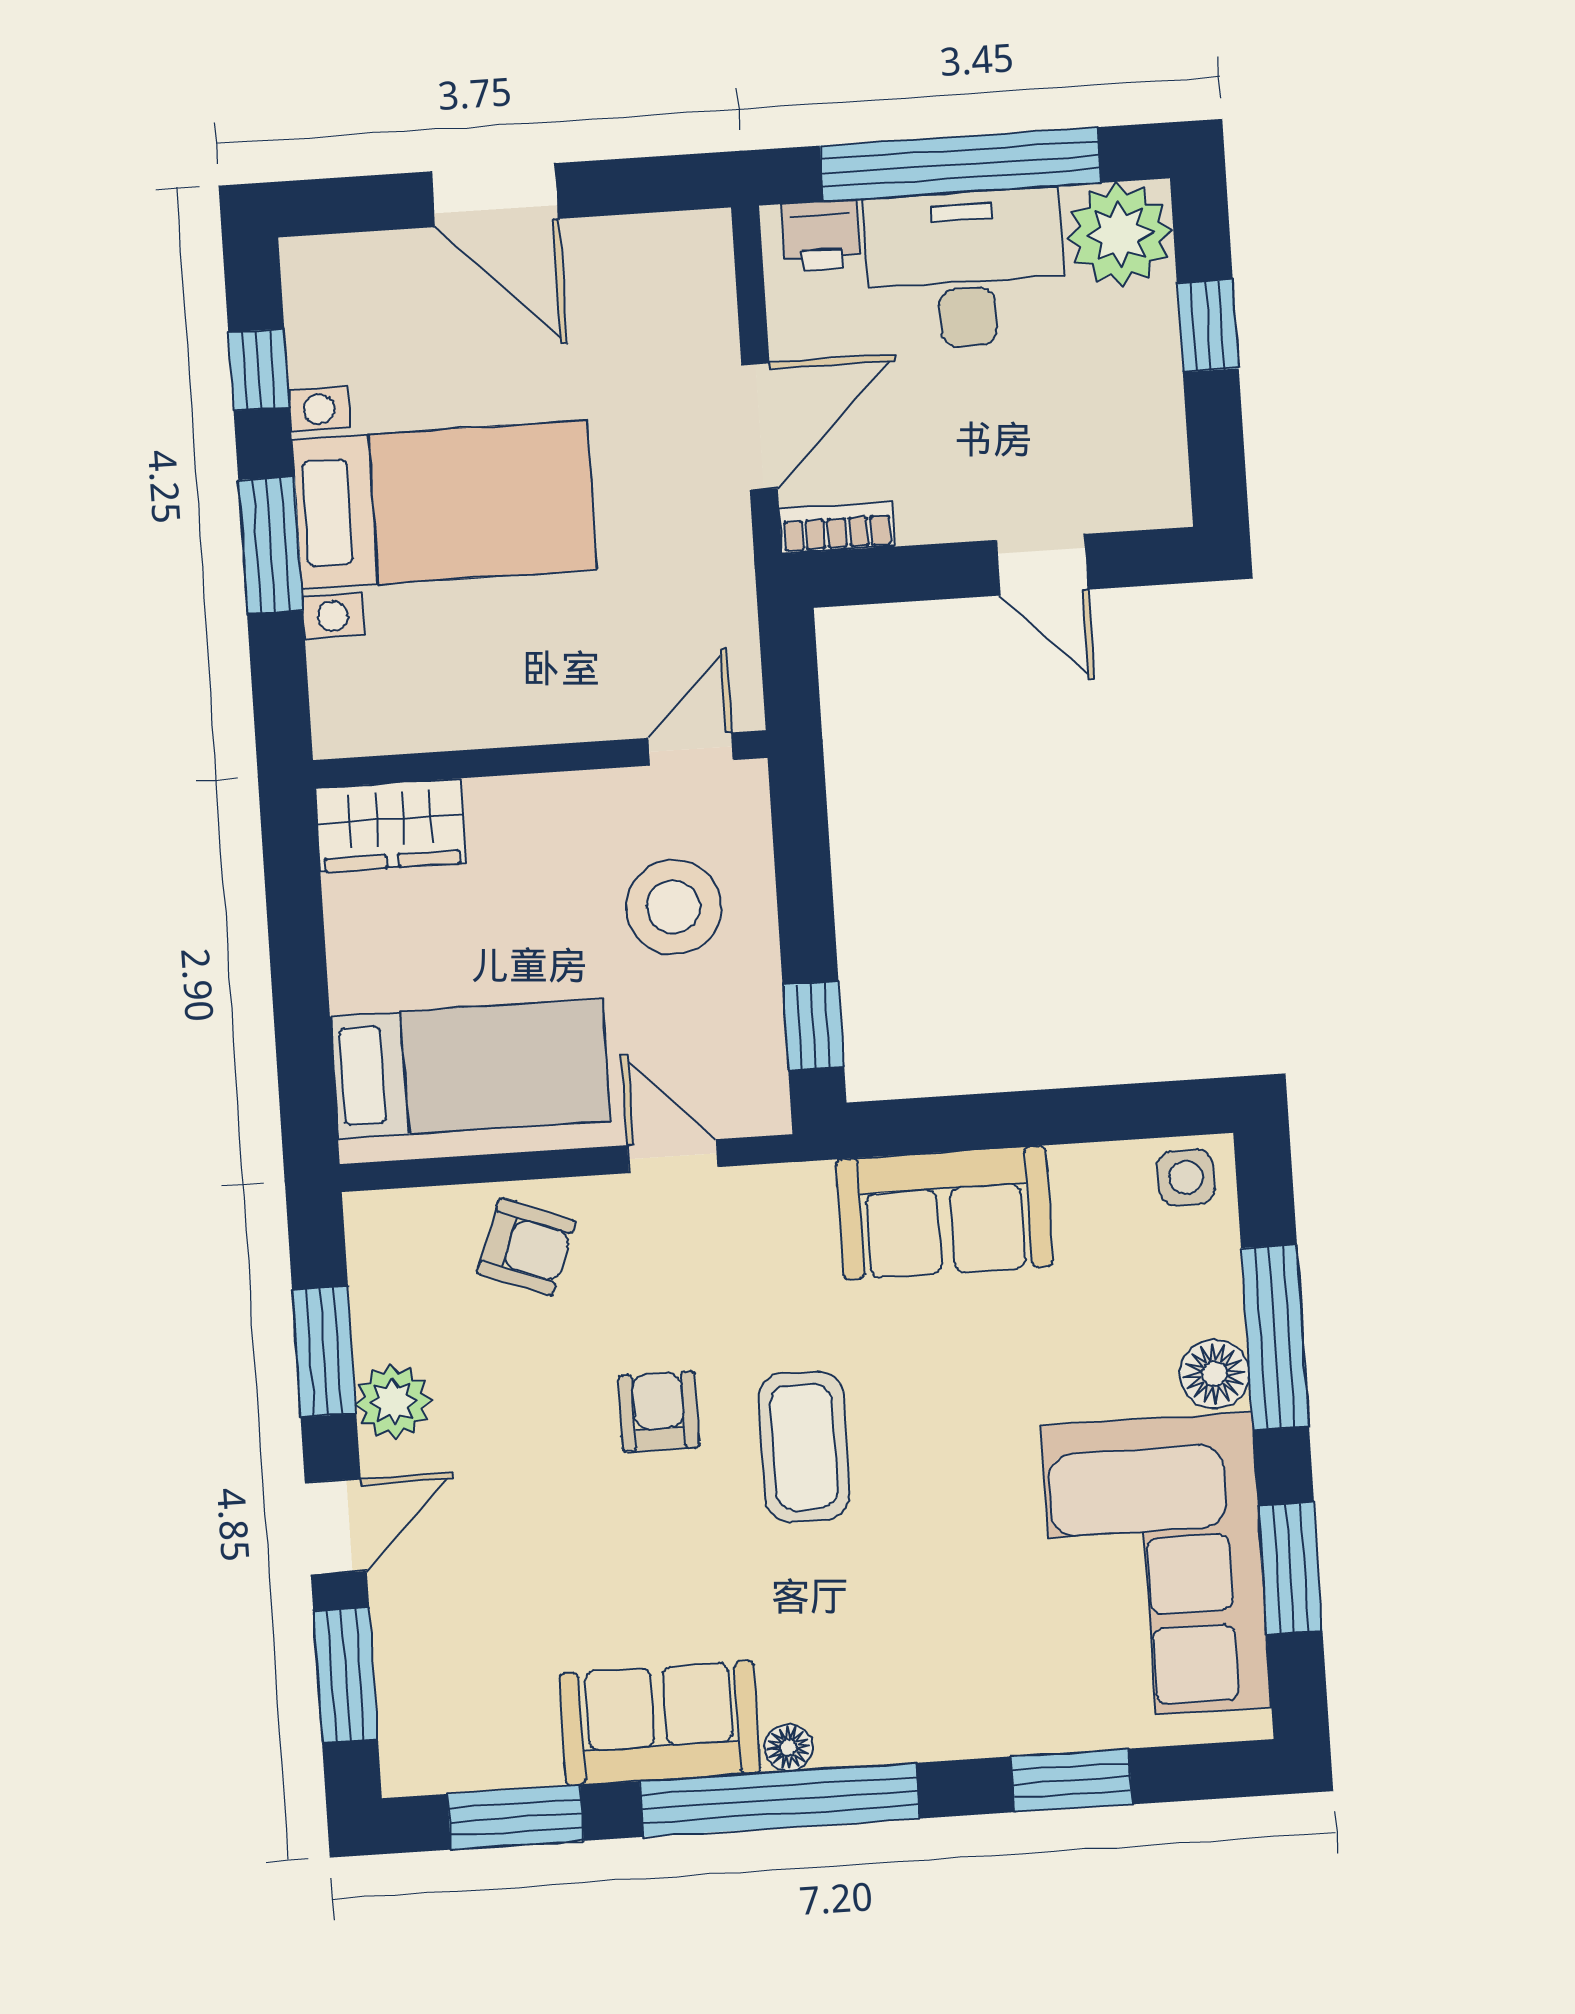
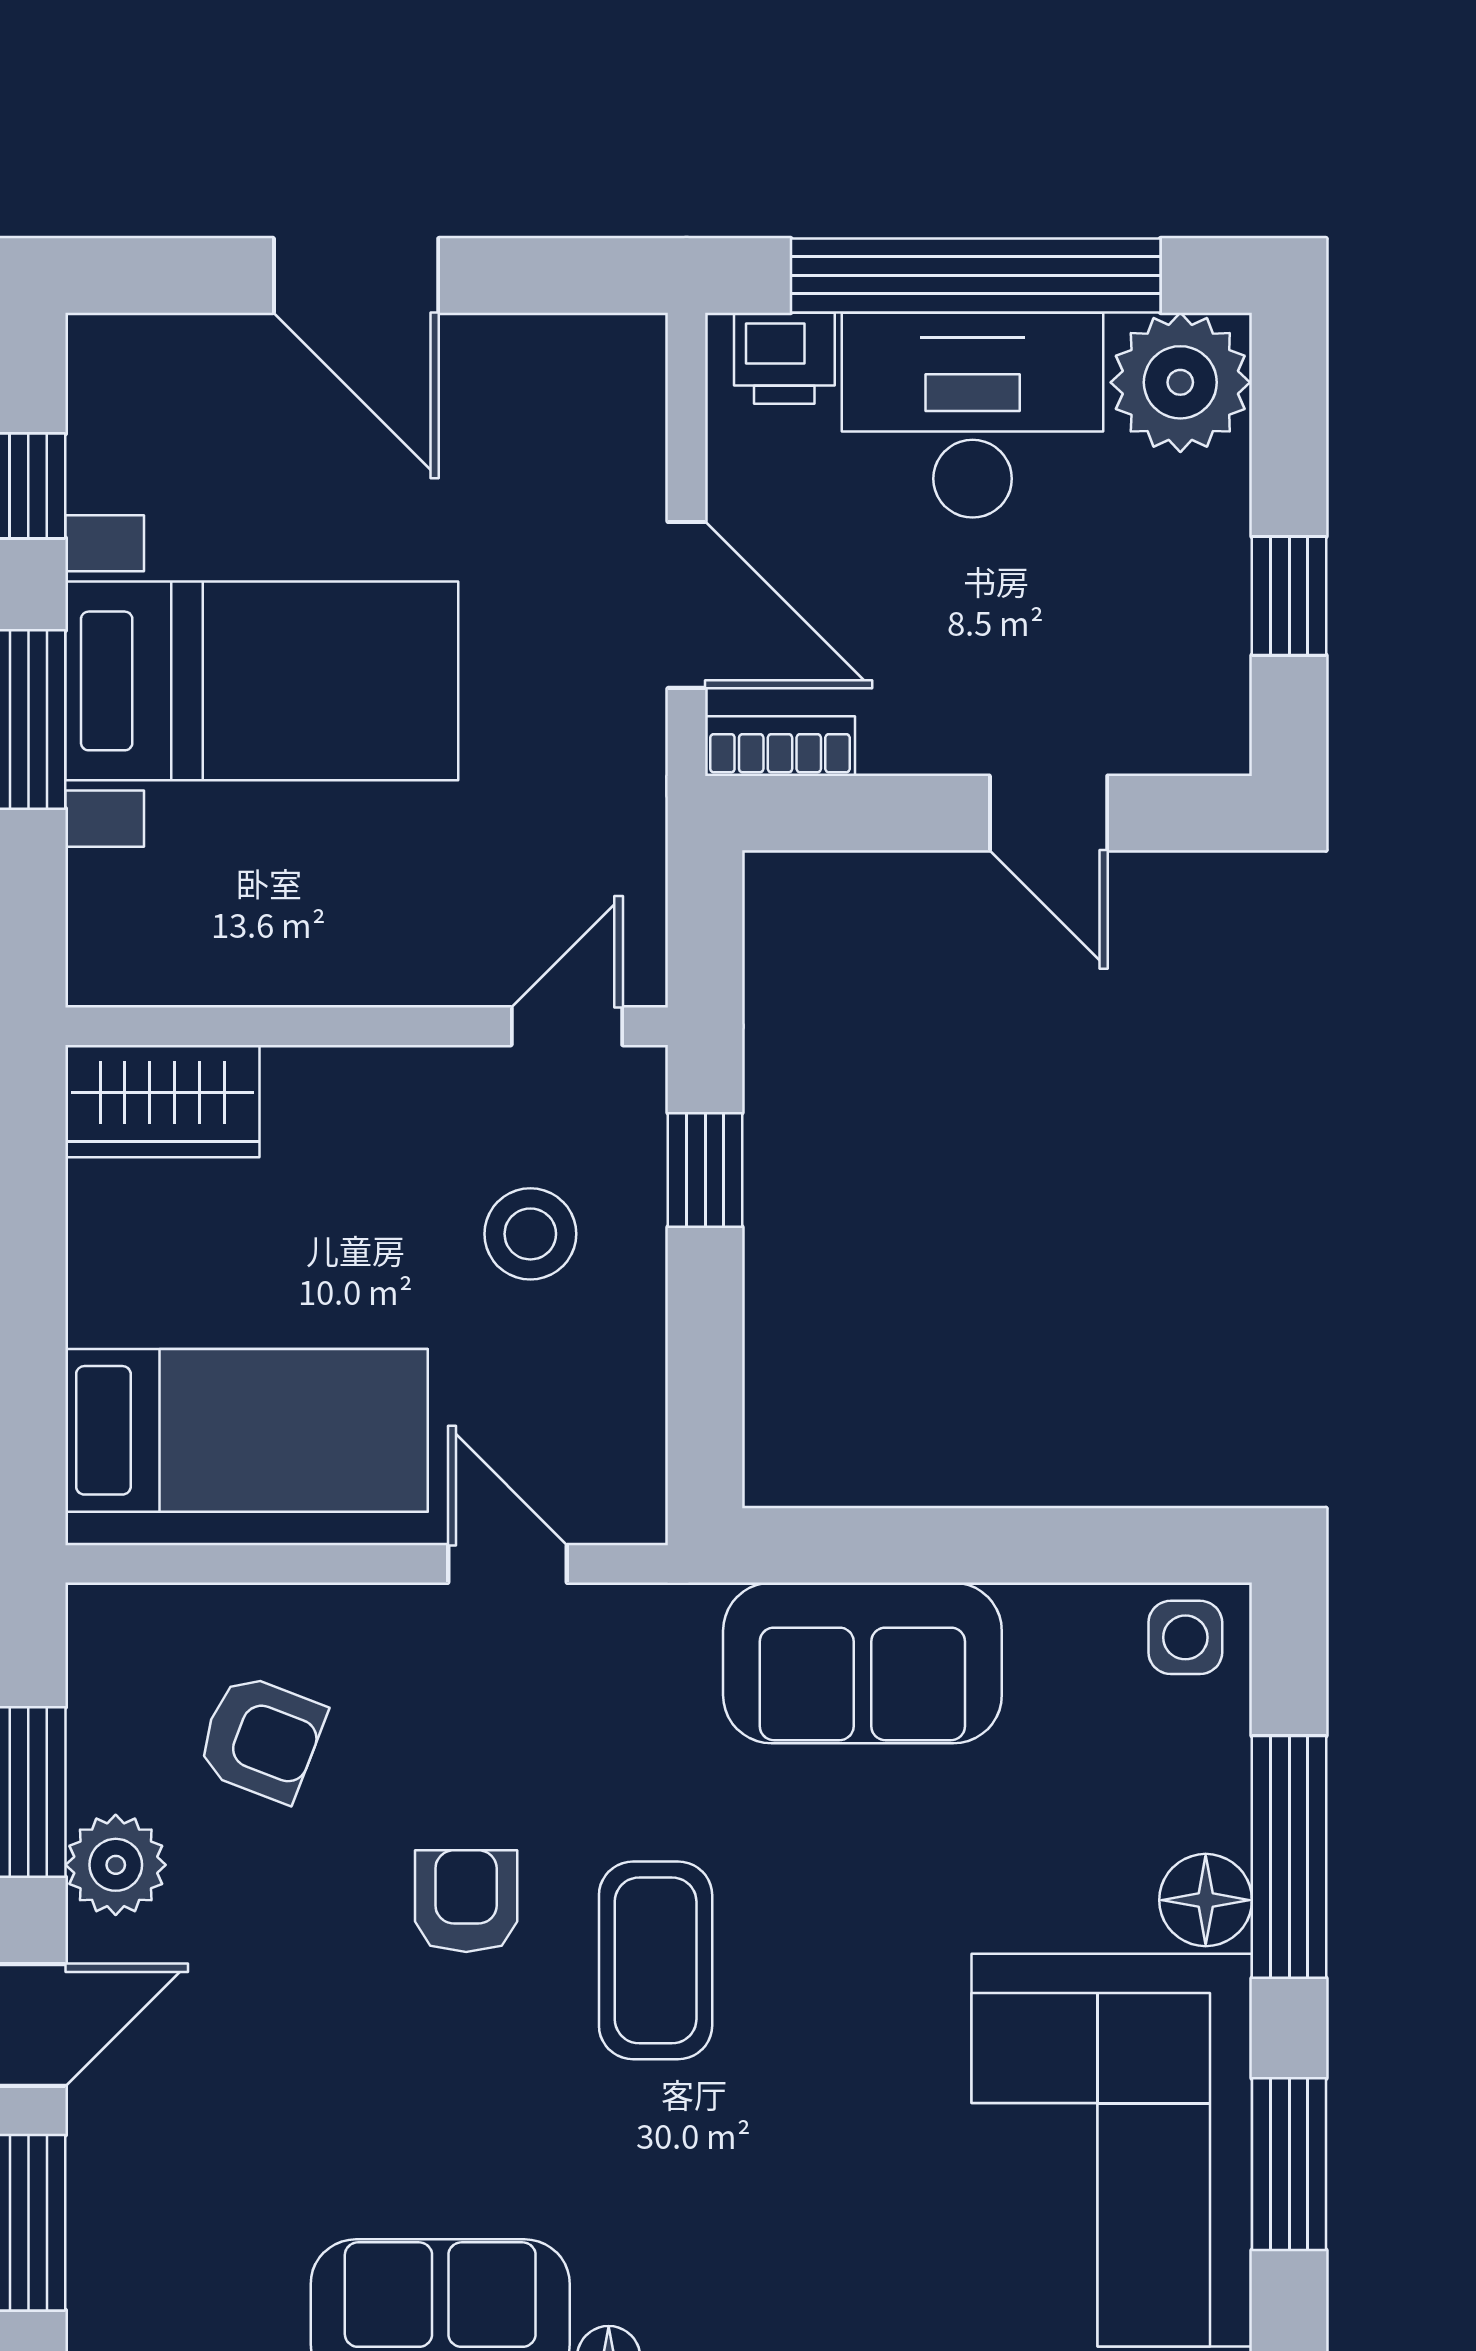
window: (1208, 326) -> (1289, 596), moved
door: (760, 426) -> (686, 605), hinge flipped
stool: (674, 907) -> (530, 1234), width x0.73, depth x0.73
window: (813, 1026) -> (705, 1170), moved
armchair: (526, 1247) -> (261, 1738), moved

